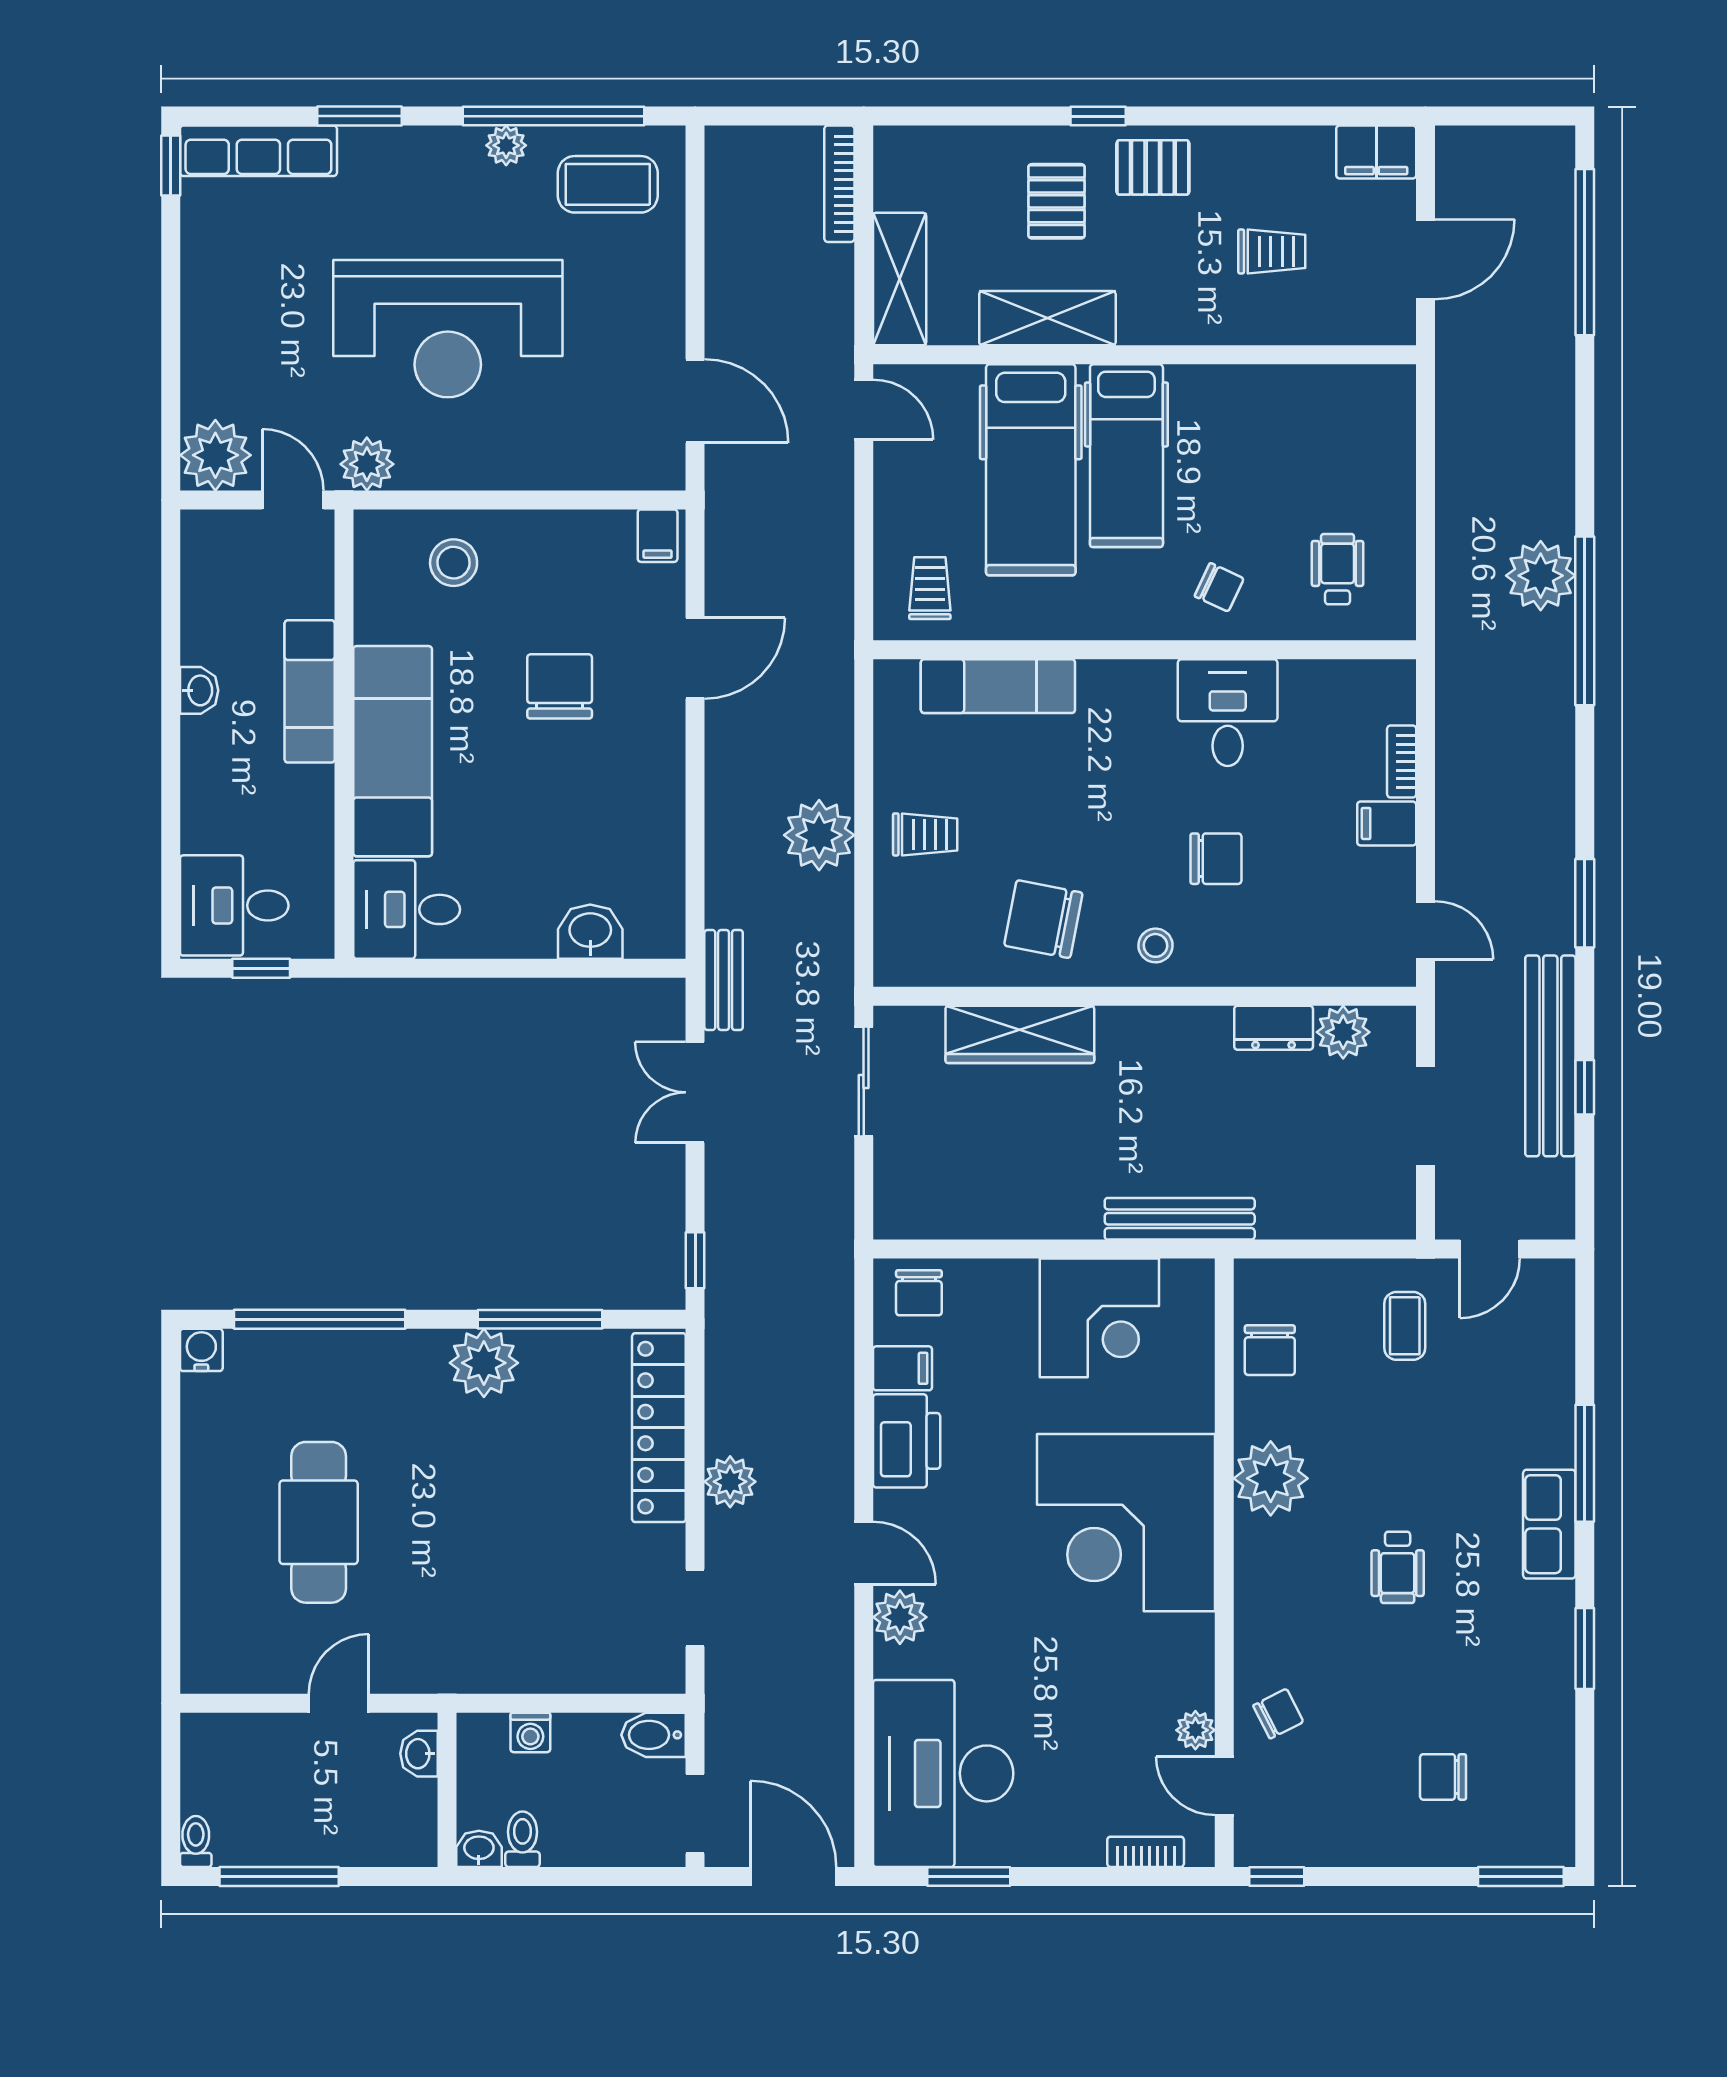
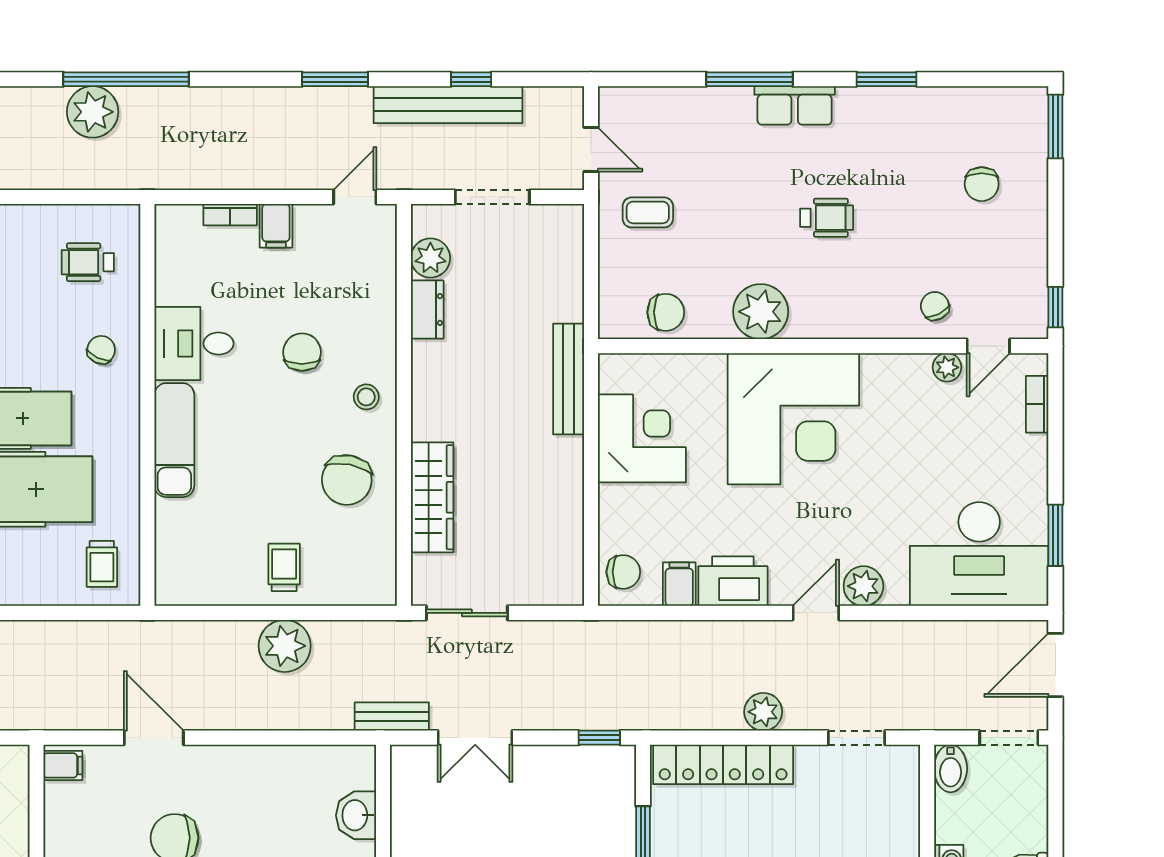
trolley: (930, 588) -> (102, 564), turned -90
exam couch: (998, 686) -> (174, 440), moved

